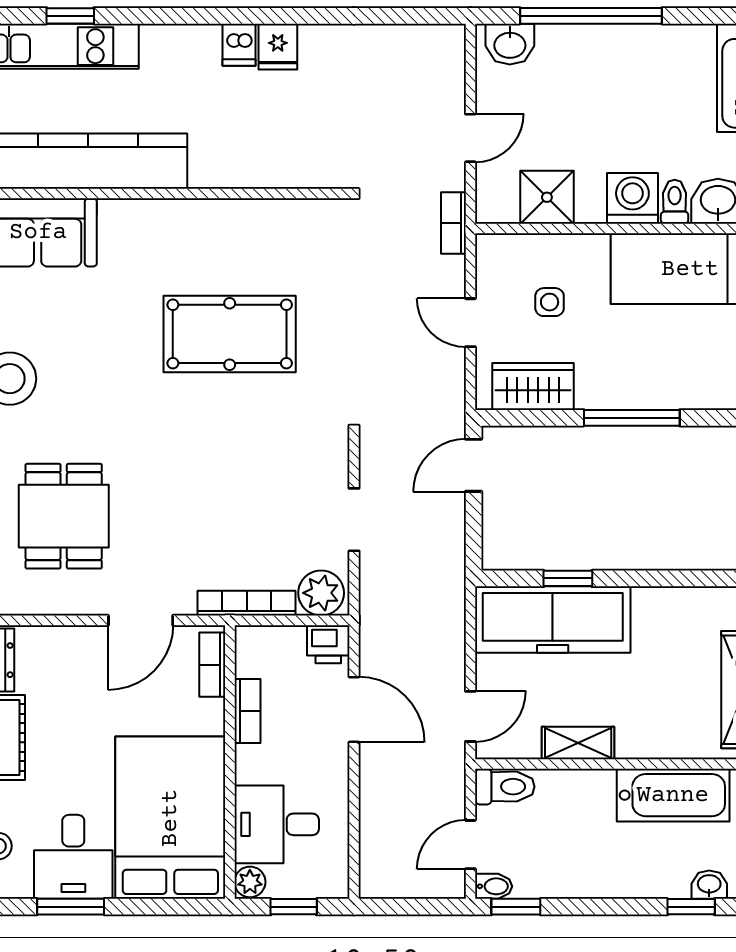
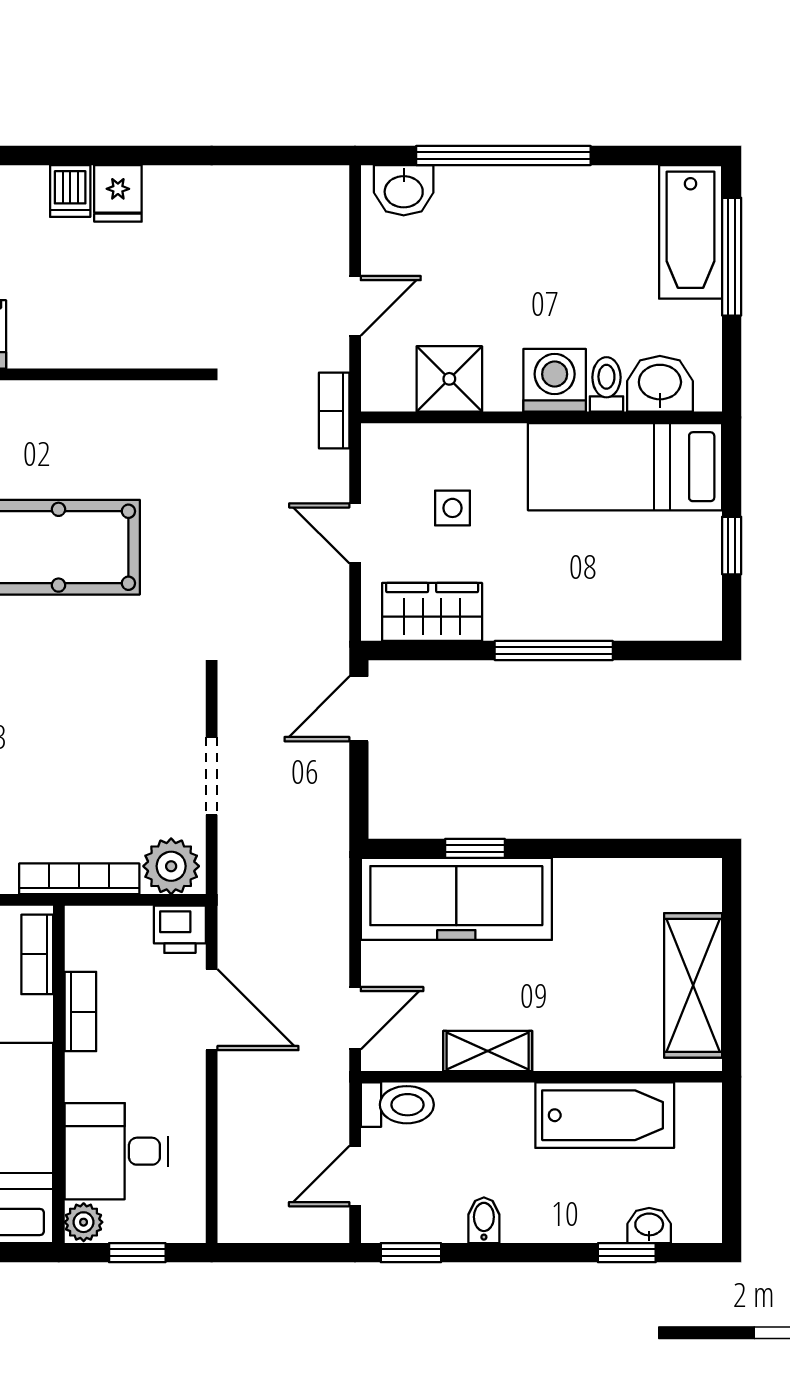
bidet: (494, 886) -> (484, 1220), moved, turned -90

